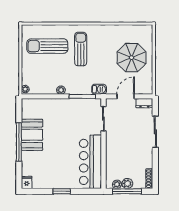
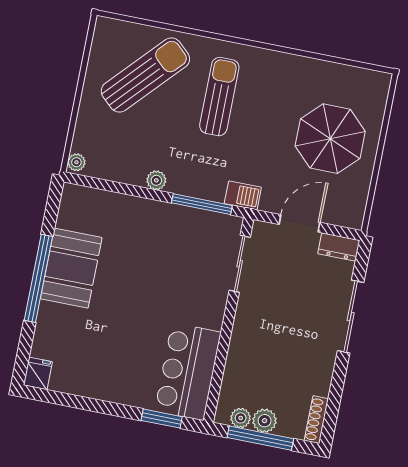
sun lounger: (47, 46) -> (145, 75), turned 133
bar counter: (90, 162) -> (188, 372), width x0.73
window: (62, 191) -> (162, 419), moved

